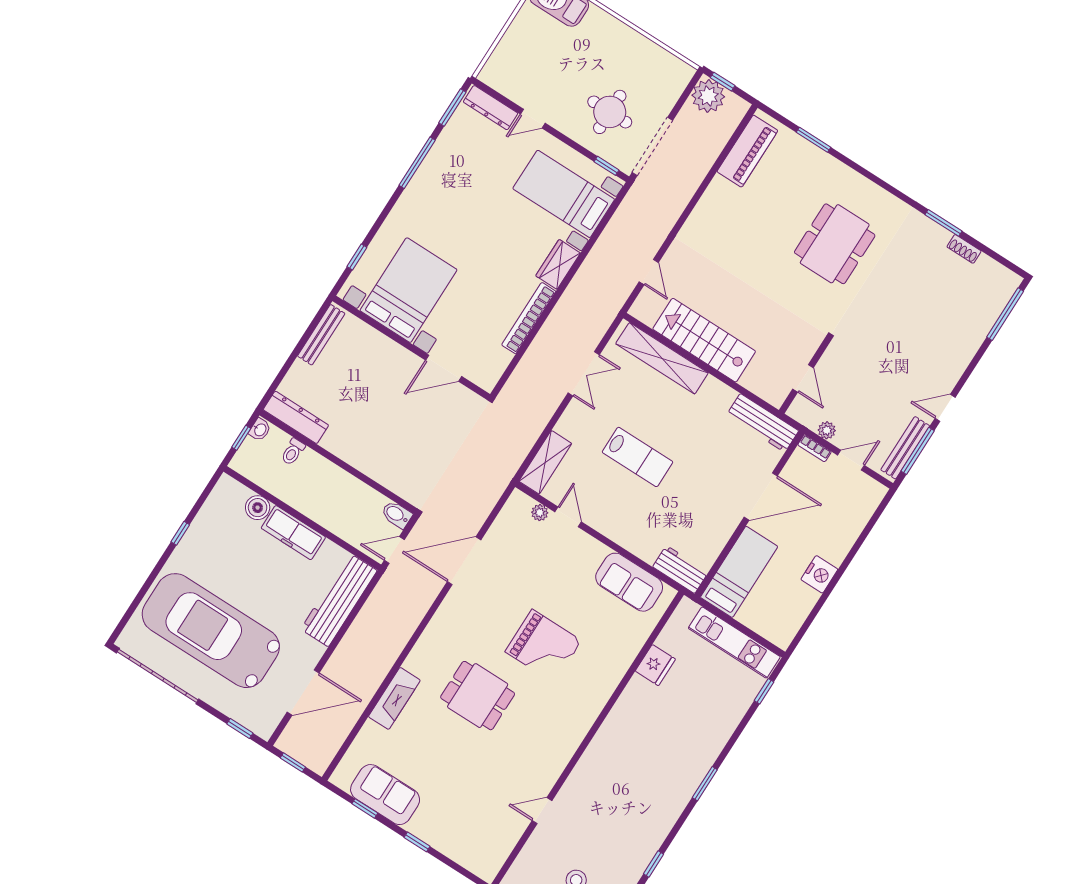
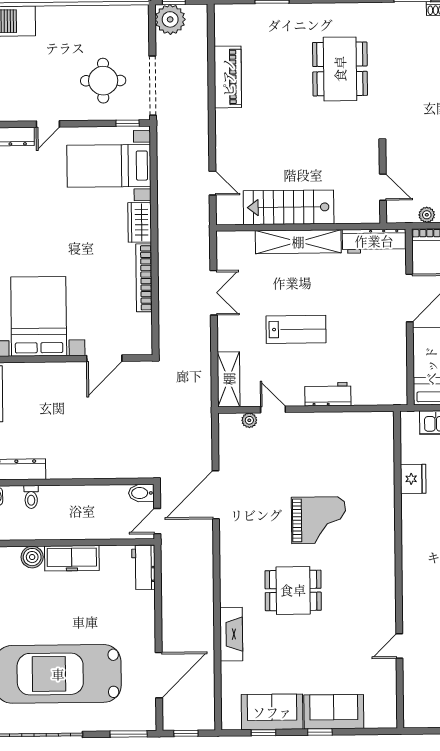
piano: (747, 151) -> (228, 77), moved
shelving: (662, 358) -> (298, 242), moved
workbench: (680, 570) -> (328, 394), moved
sofa: (629, 582) -> (334, 712), moved, turned 180
workbench: (339, 600) -> (143, 567), width x0.53, depth x0.76
window: (240, 729) -> (129, 734), width x1.50

